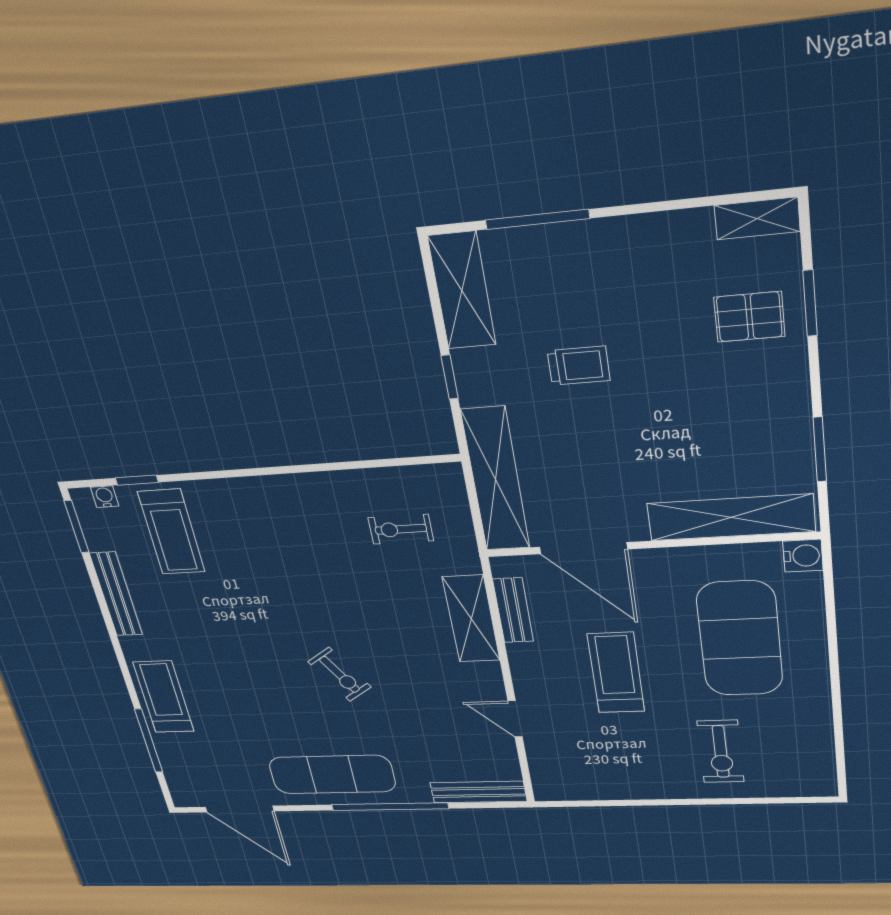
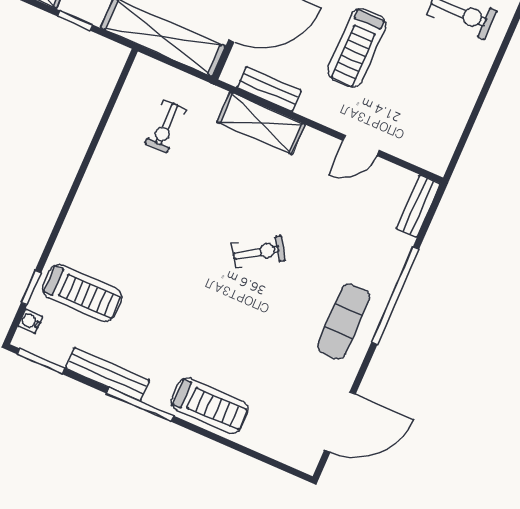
treadmill: (616, 673) -> (357, 48), turned -90
treadmill: (163, 697) -> (210, 406), turned 180
window: (149, 741) -> (140, 405), moved
exercise mat: (332, 775) -> (344, 321), width x0.73, depth x0.69
bench: (478, 792) -> (418, 206), width x0.73

